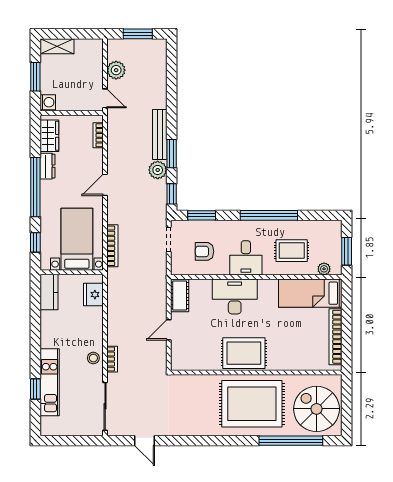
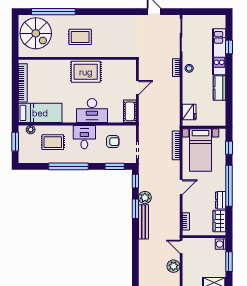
kitchen counter: (49, 292) -> (220, 88), moved
rug: (252, 404) -> (80, 37), width x0.54, depth x0.49

